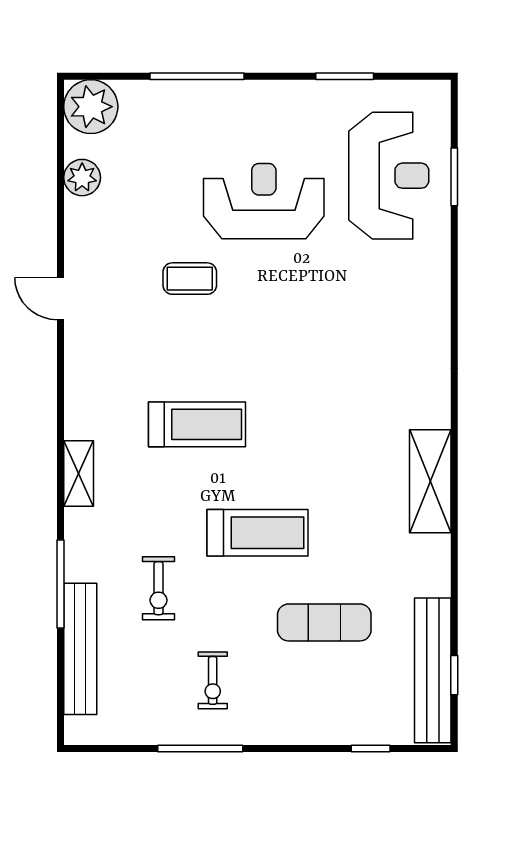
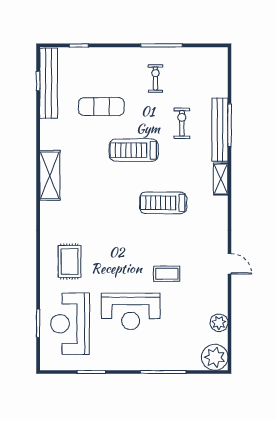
rug: (390, 304) -> (70, 261), added
bench: (80, 649) -> (220, 130), moved

